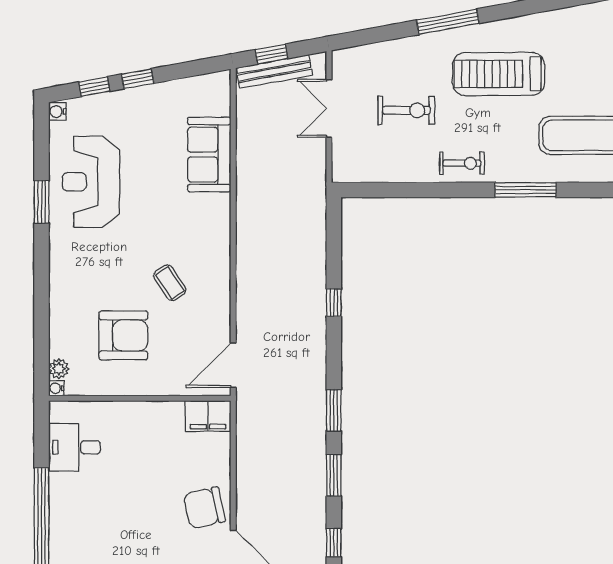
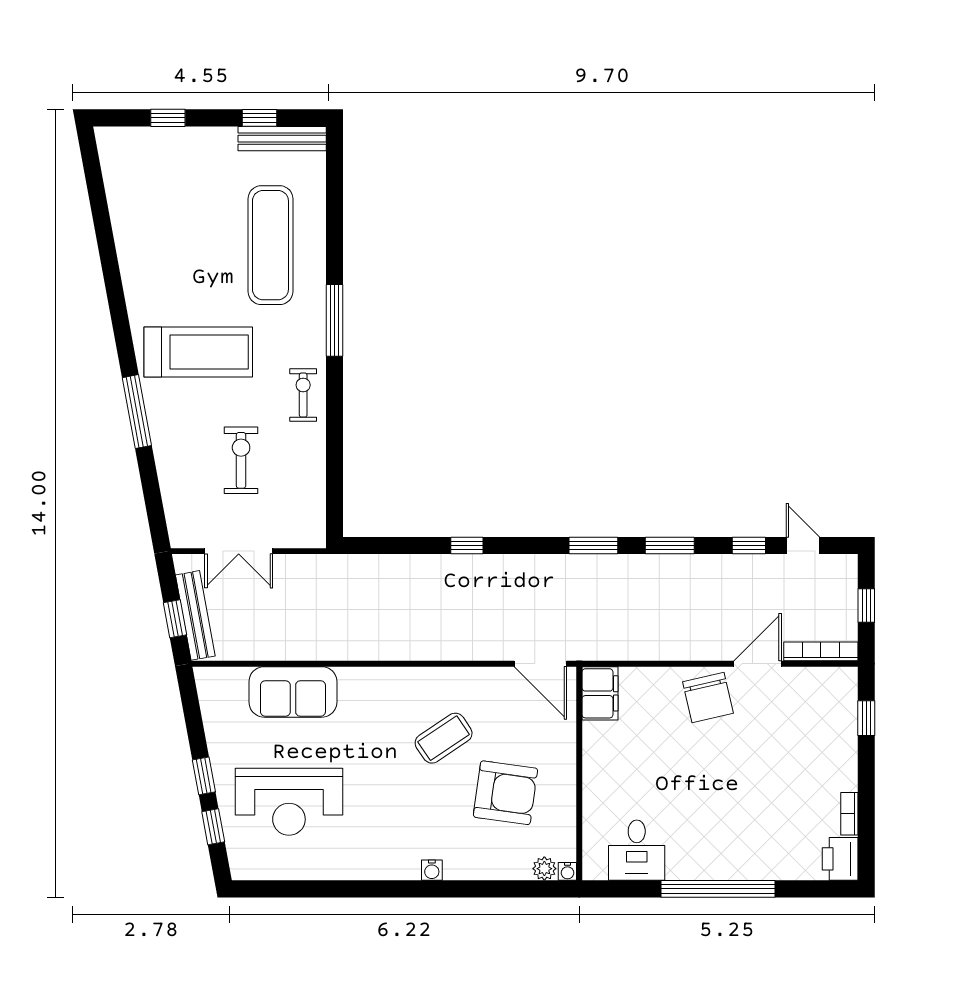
treadmill: (499, 74) -> (198, 352), turned -90
water cooler: (57, 111) -> (432, 870), moved
reception desk: (91, 182) -> (289, 802), moved
window: (42, 202) -> (349, 889), removed
coffee table: (170, 283) -> (444, 738), width x1.36, depth x1.30
armchair: (123, 335) -> (505, 793), turned 98

